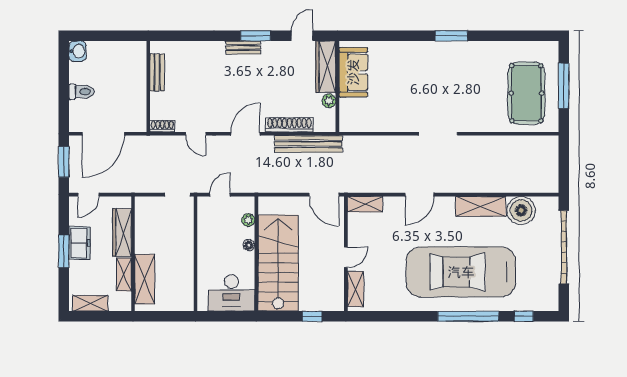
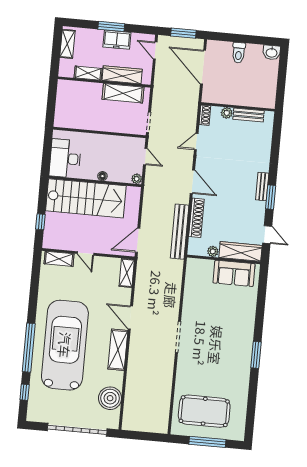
plant: (157, 100) -> (227, 113), added
shelving: (481, 206) -> (118, 350), moved
plant: (248, 220) -> (137, 179), moved
shelving: (145, 279) -> (123, 93), moved

